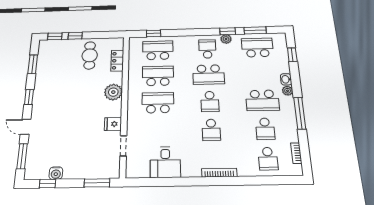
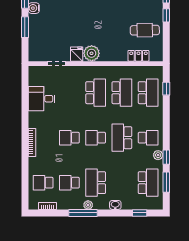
plant: (288, 91) -> (88, 205), moved
plant: (113, 92) -> (92, 53), moved
window: (97, 183) -> (25, 27), moved

